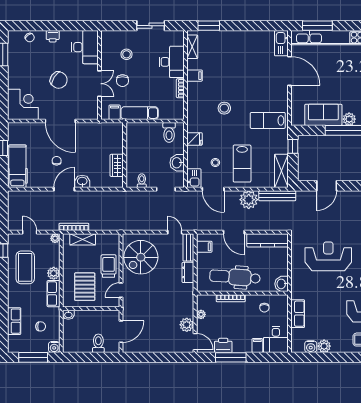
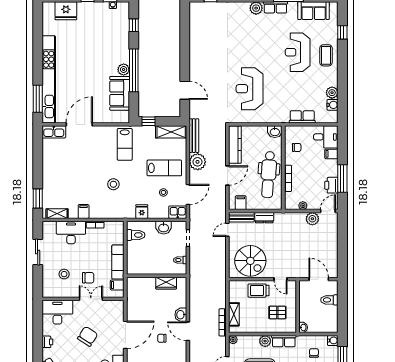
pallet: (85, 287) -> (277, 312), width x0.67, depth x0.71

